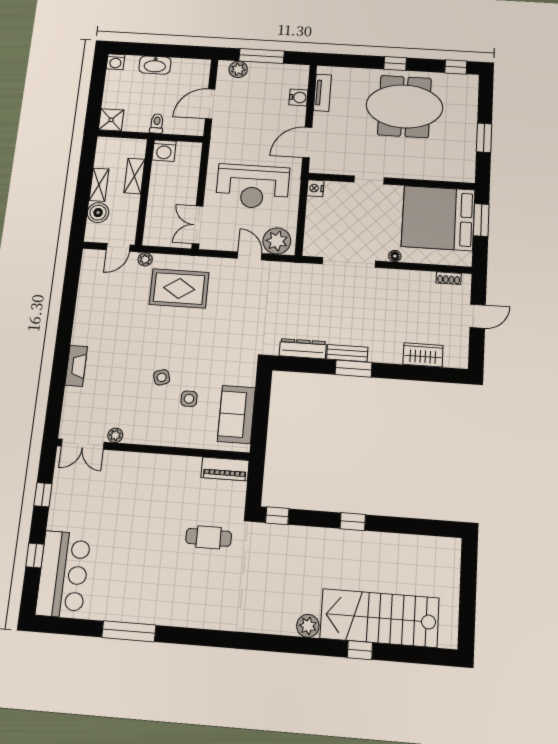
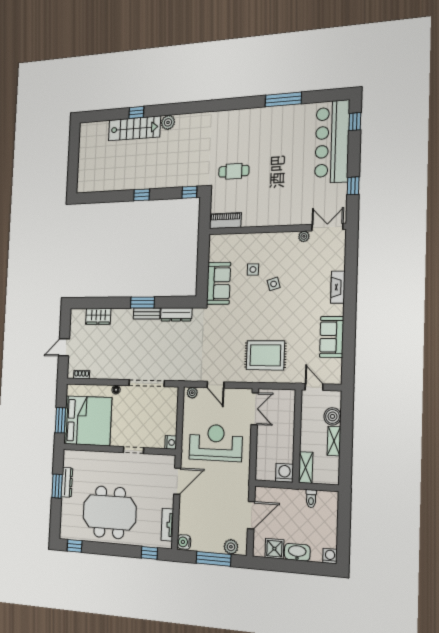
window: (395, 64) -> (149, 553), moved
water cooler: (298, 97) -> (184, 542), moved
shower: (111, 120) -> (274, 549), moved
toilet: (157, 123) -> (311, 499), moved
dresser: (469, 142) -> (67, 482), added
shelving: (134, 176) -> (306, 468), moved
plant: (277, 241) -> (192, 393), width x0.53, depth x0.53
door: (118, 247) -> (314, 387), hinge flipped
plant: (145, 259) -> (292, 378), removed
sofa: (90, 305) -> (332, 337), added
sofa: (236, 414) -> (219, 283), moved
window: (35, 555) -> (355, 122), moved
bar counter: (63, 574) -> (332, 142), width x1.36
stairs: (380, 618) -> (134, 128), width x0.73, depth x0.66

